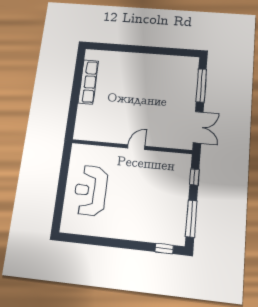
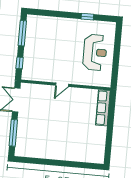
row of seats: (88, 82) -> (103, 108), moved
window: (164, 249) -> (87, 17), moved

